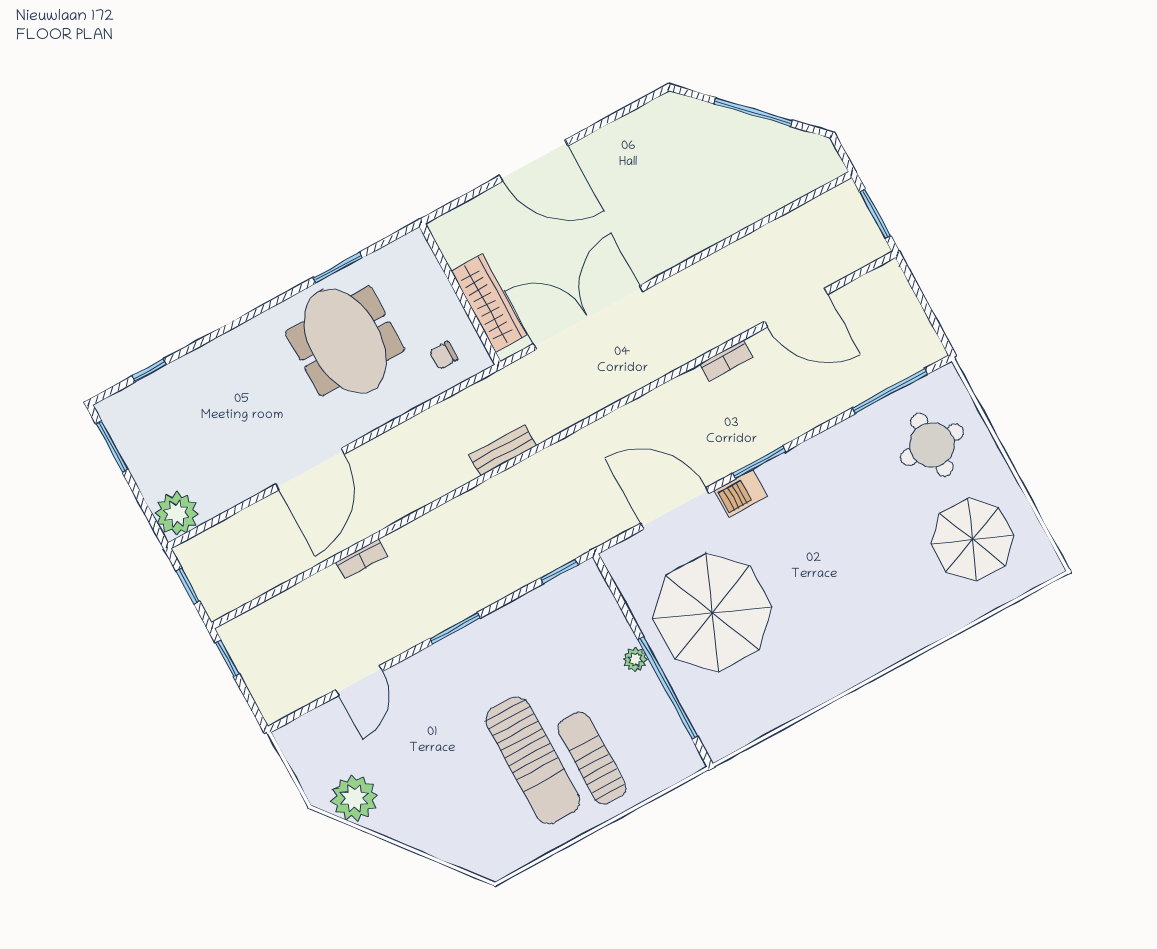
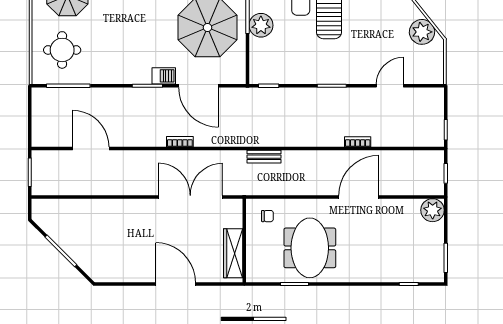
wardrobe: (489, 303) -> (233, 253), moved
double door: (588, 317) -> (190, 197), swing flipped
bookcase: (726, 361) -> (180, 142), moved
plant: (635, 659) -> (261, 25), width x1.88, depth x1.88

